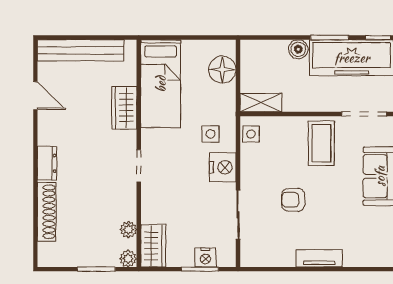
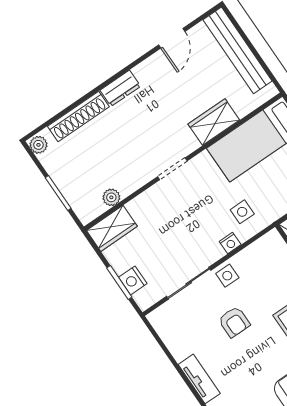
side table: (251, 134) -> (227, 276), moved
nightstand: (223, 167) -> (230, 243), width x0.53, depth x0.56
armchair: (293, 200) -> (234, 322), turned 180
plant: (128, 259) -> (38, 145), moved

